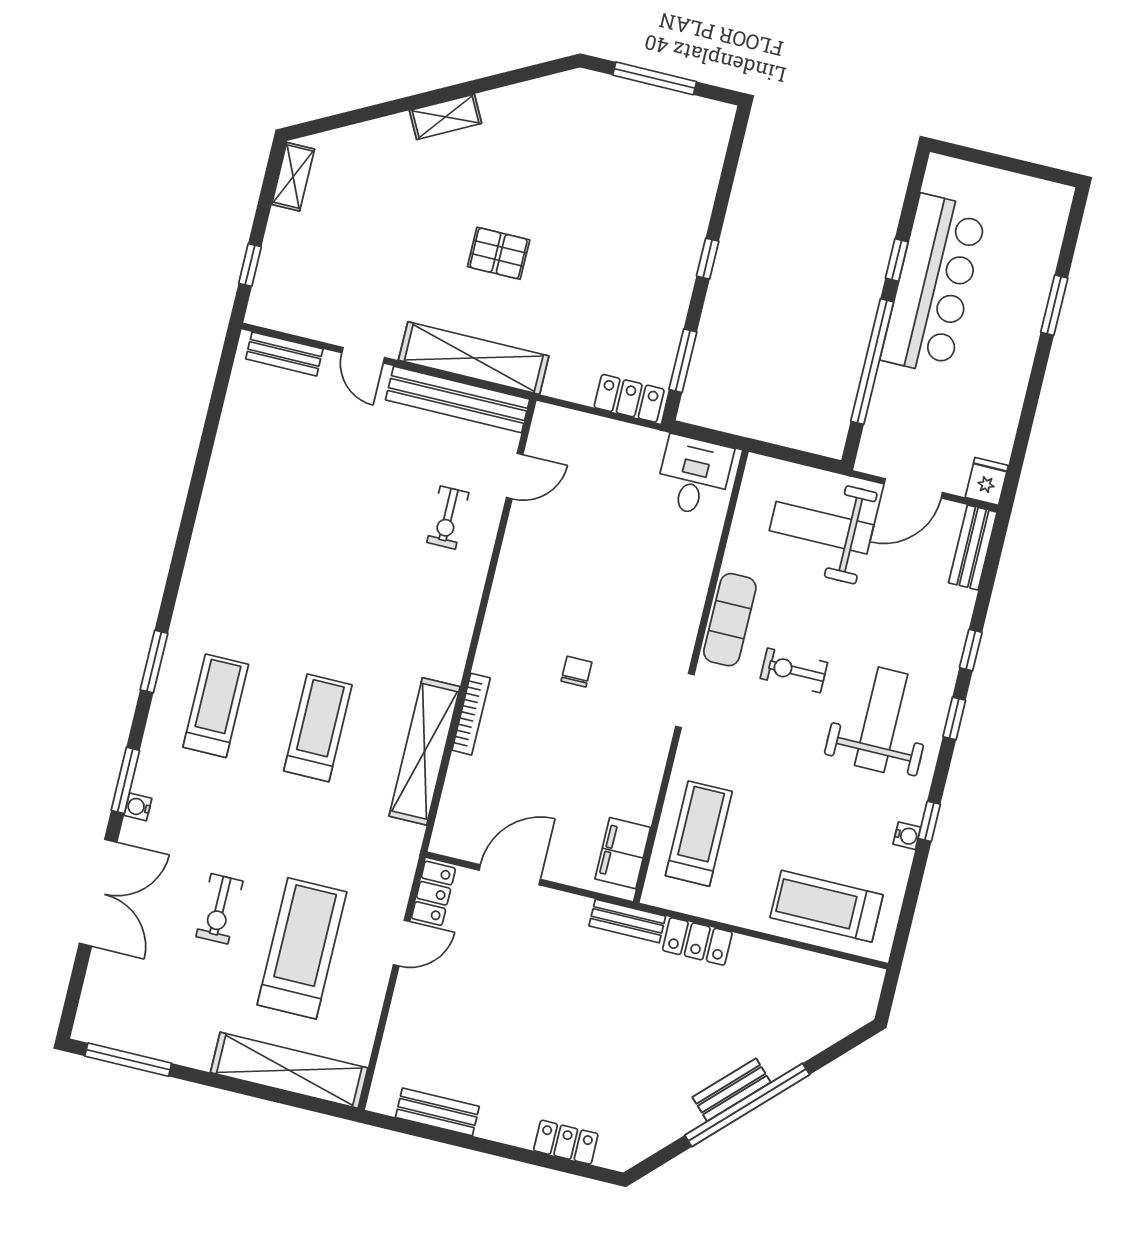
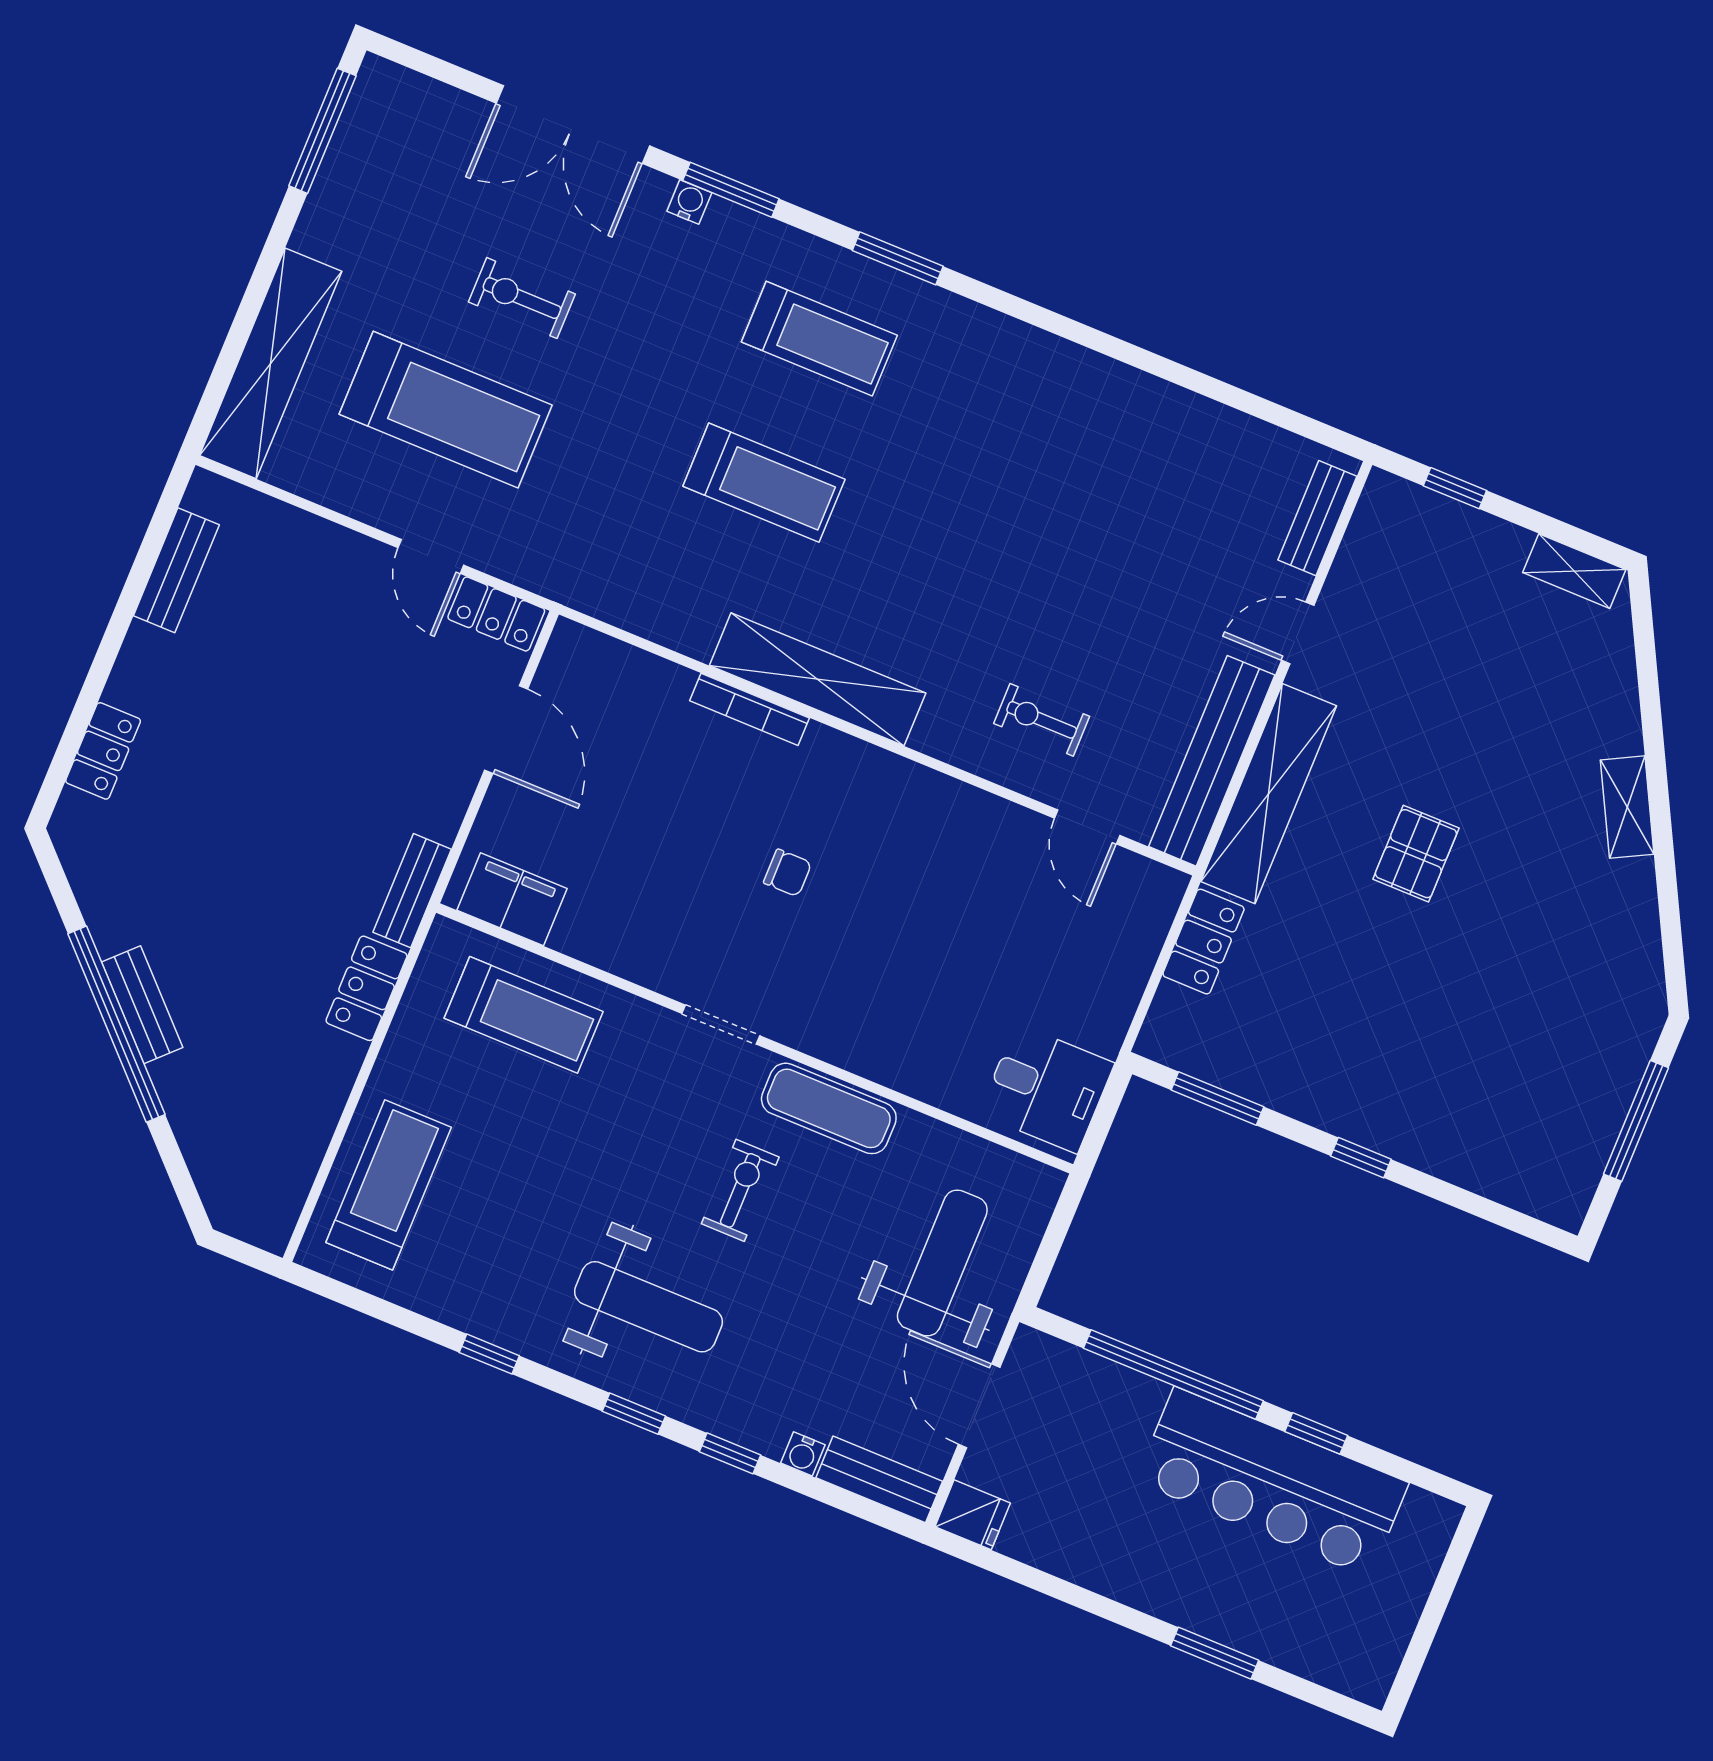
locker: (629, 398) -> (1203, 942), moved
shelving: (425, 751) -> (818, 679), moved
water cooler: (907, 836) -> (803, 1454), moved

